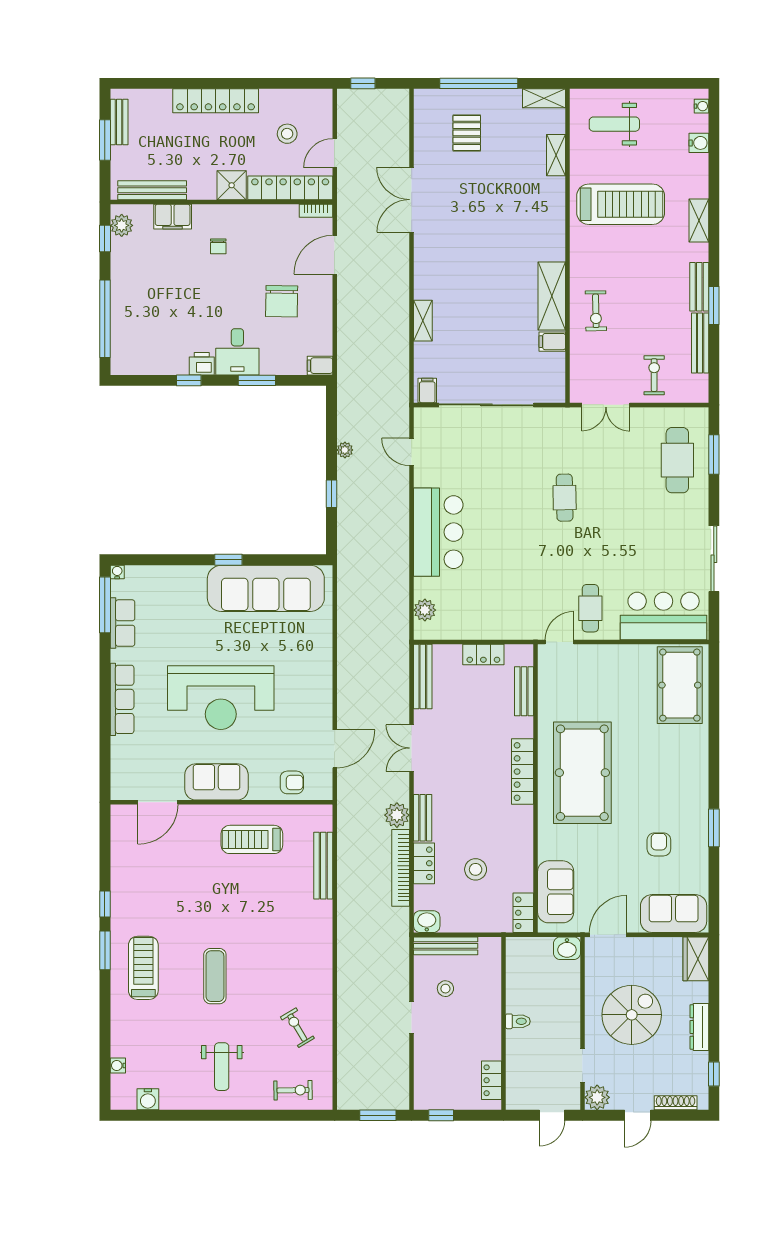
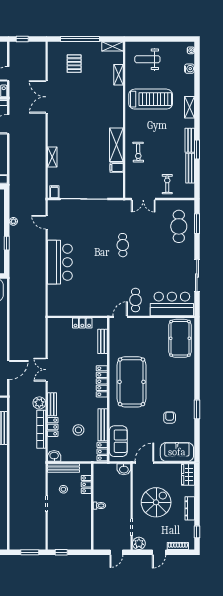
plant: (425, 610) -> (53, 301), removed
bench: (423, 677) -> (103, 425), moved
locker: (491, 1080) -> (86, 484), moved

